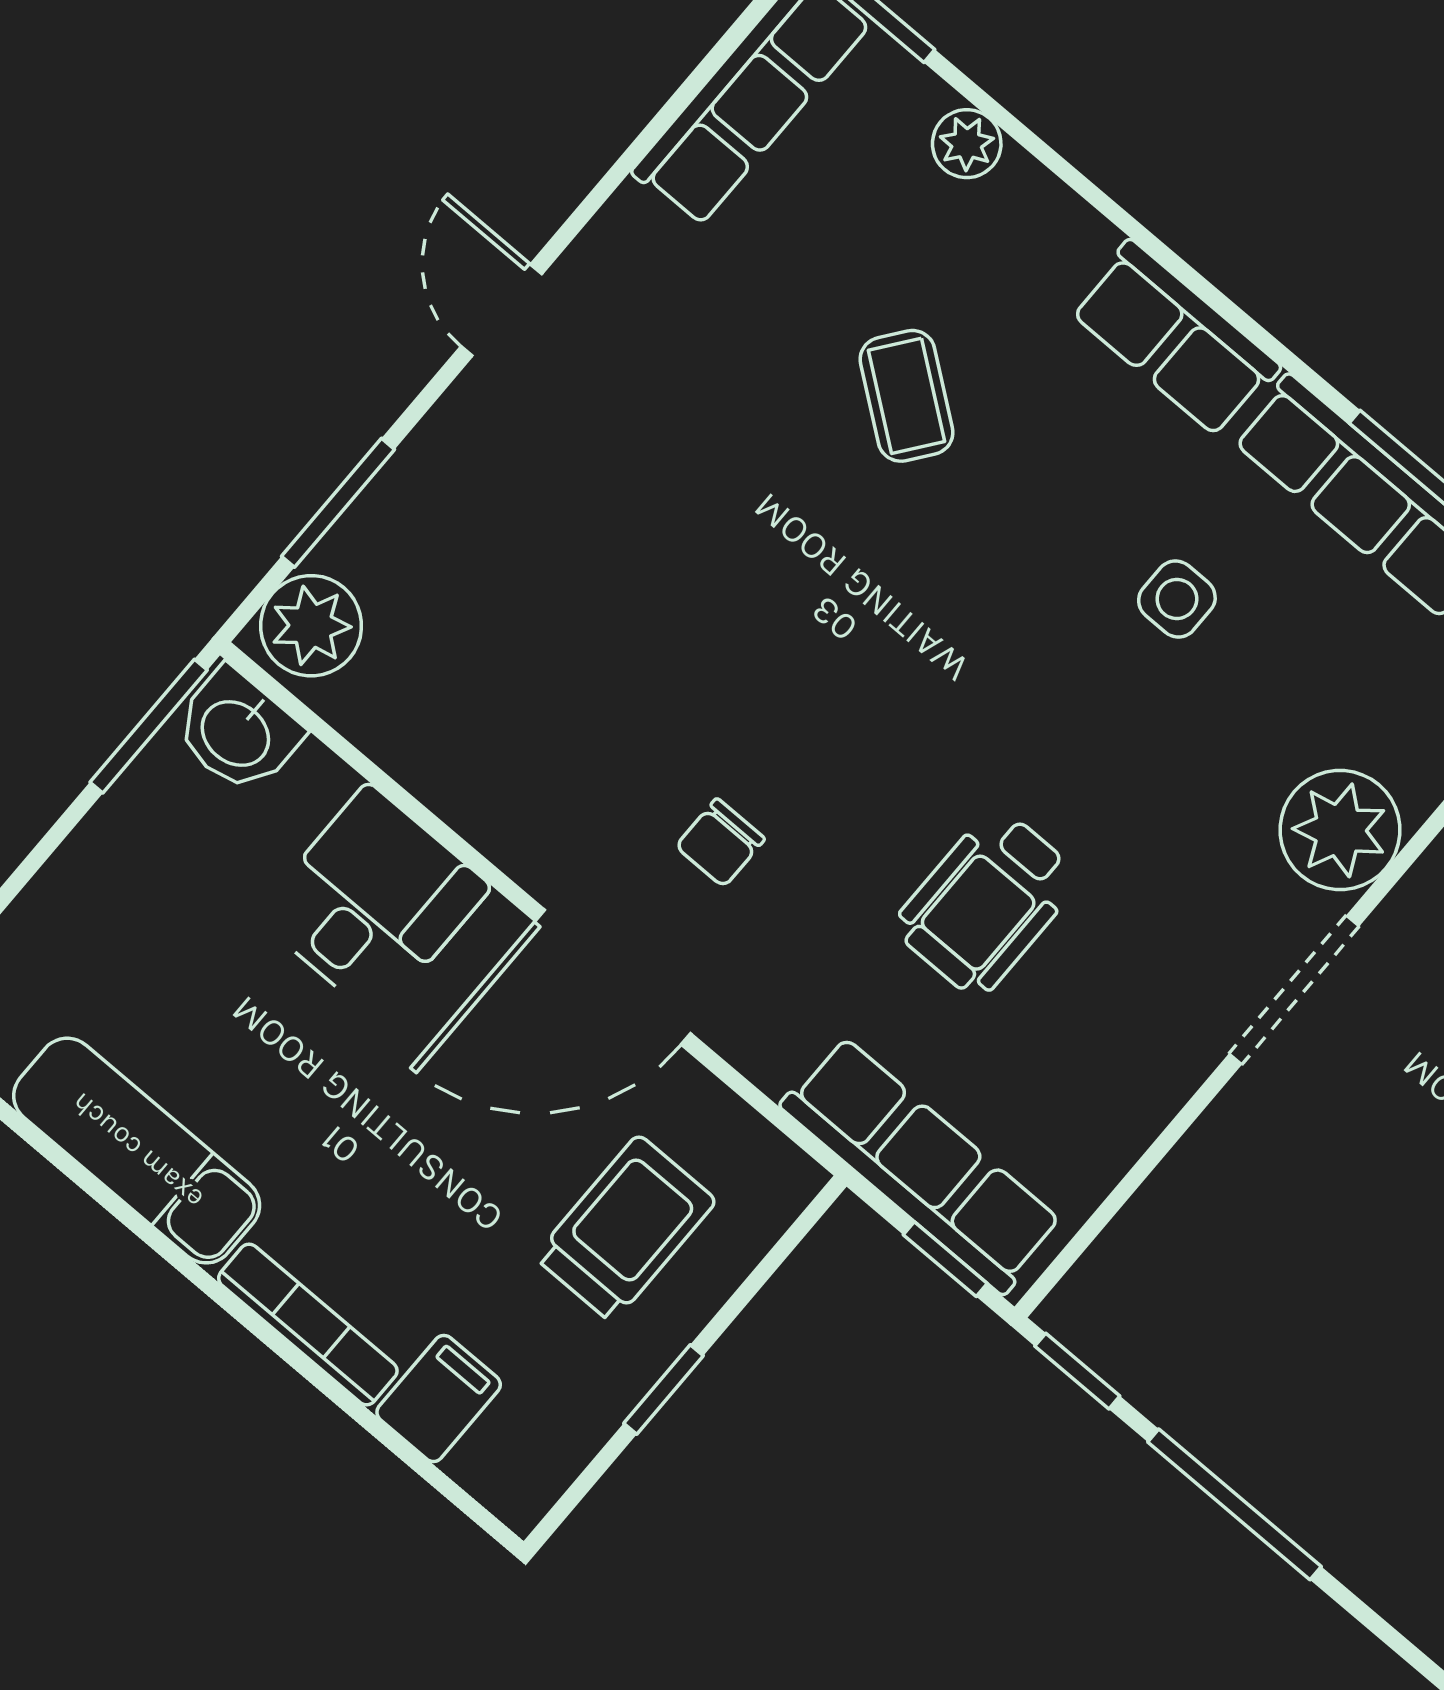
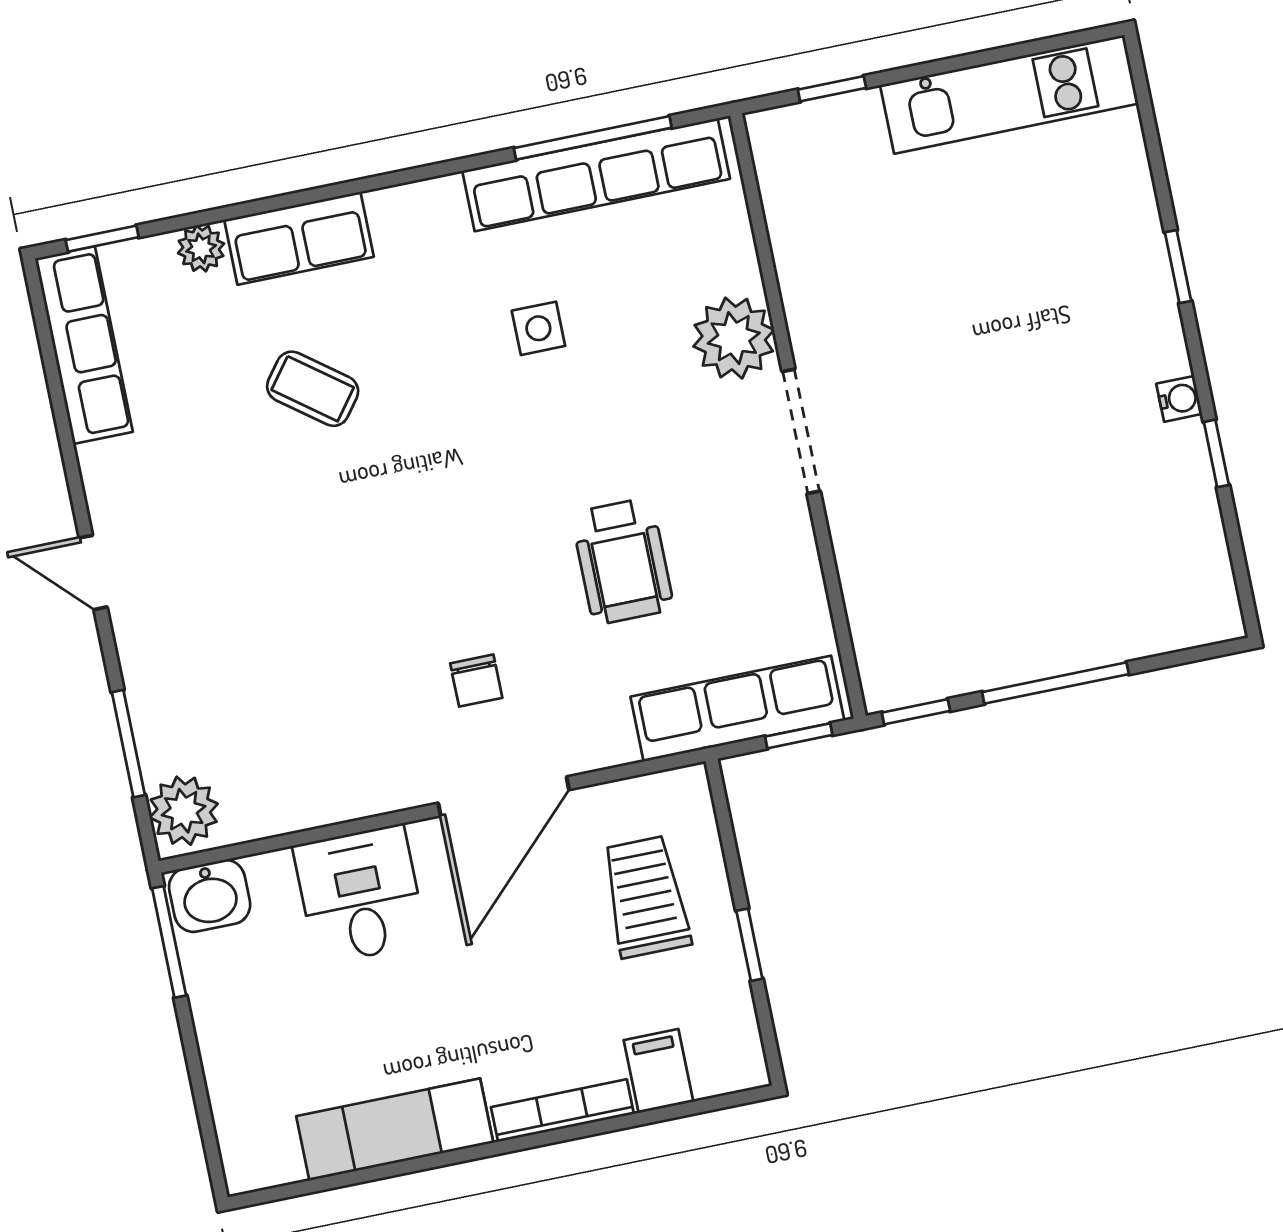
row of seats: (1175, 339) -> (299, 238), moved

